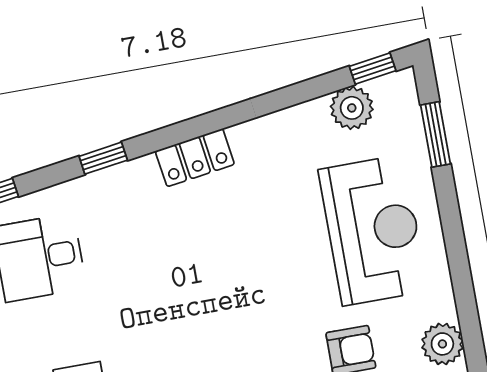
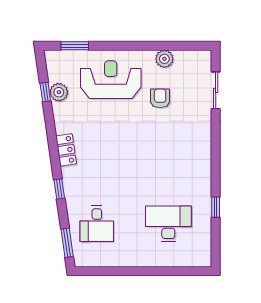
window: (373, 68) -> (45, 92), moved
plant: (352, 108) -> (59, 92), moved

